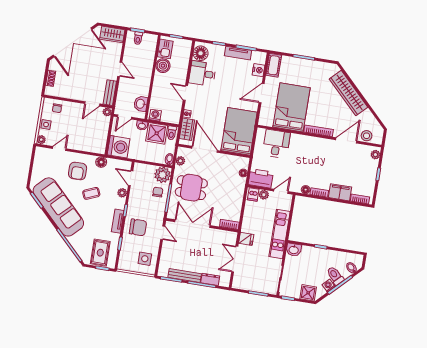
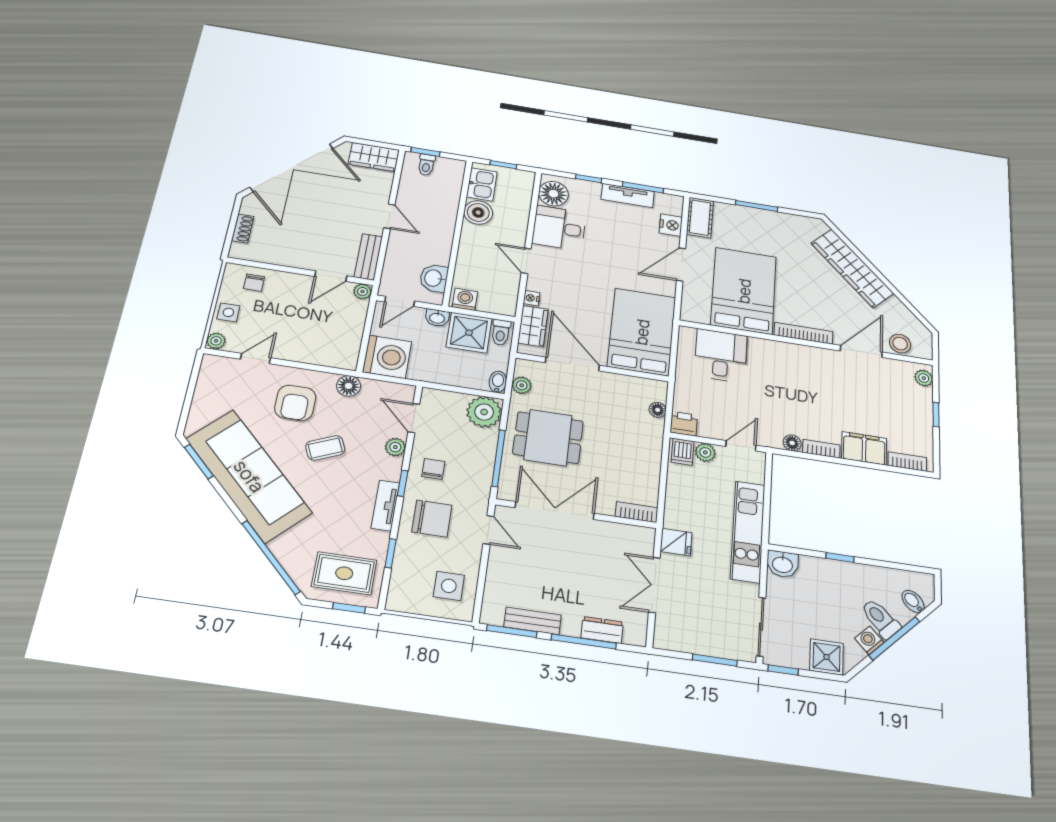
printer: (261, 178) -> (684, 424), width x0.53, depth x0.68
chair: (158, 192) -> (433, 469), moved
rug: (100, 253) -> (344, 573), turned 90
bench: (185, 276) -> (533, 621), width x0.73

